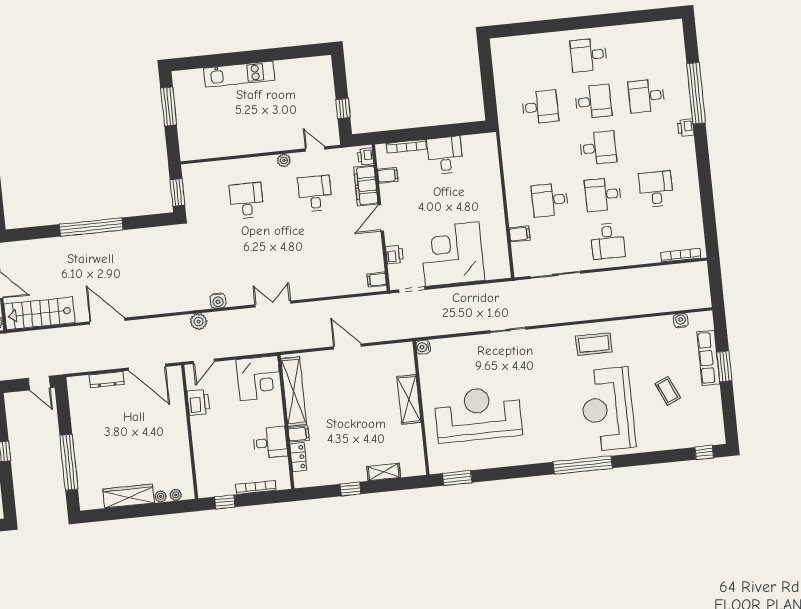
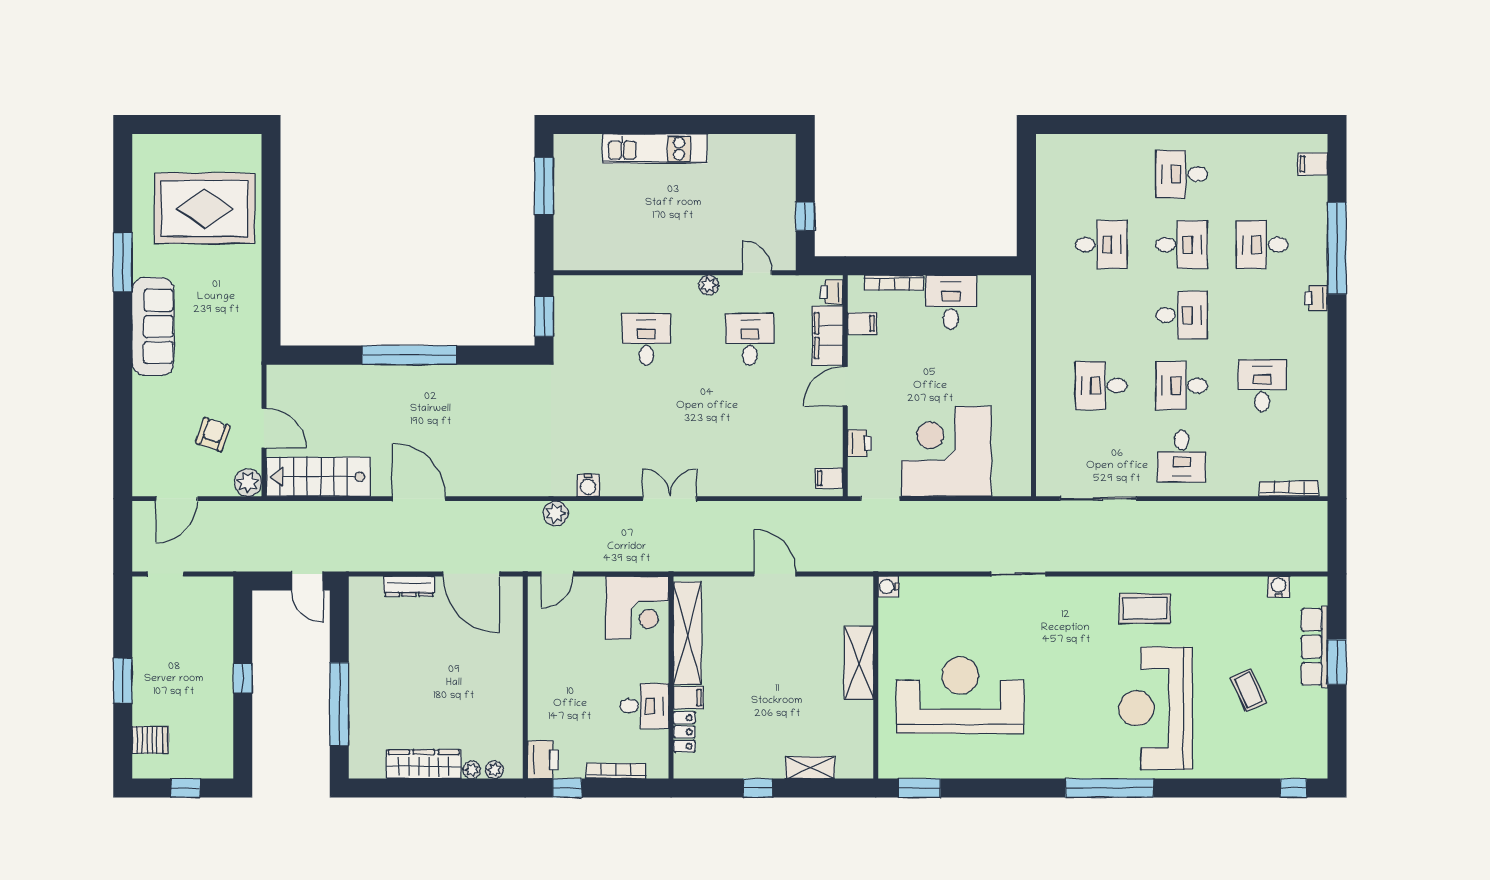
filing cabinet: (520, 234) -> (1313, 164), moved, turned 180
printer: (199, 402) -> (543, 760), moved

